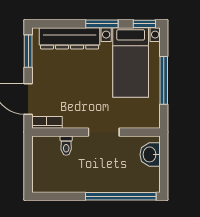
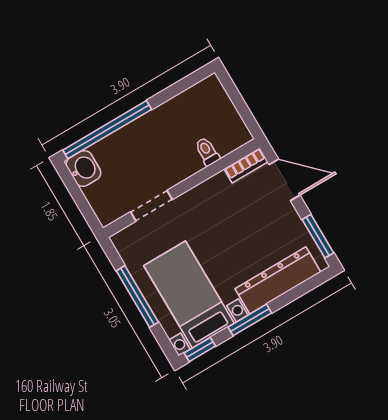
doorway: (104, 132) -> (152, 206), moved
washbasin: (150, 154) -> (83, 168), moved

